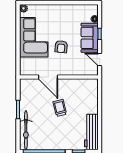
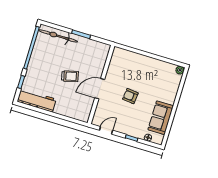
corner sofa: (34, 37) -> (148, 72), removed
sofa: (90, 38) -> (161, 118), moved, turned -90
door: (48, 77) -> (100, 89), moved

